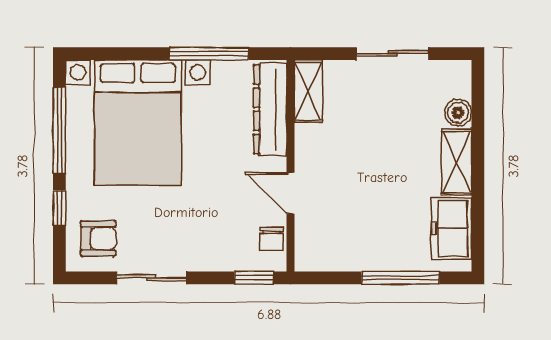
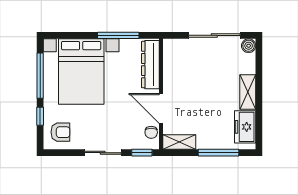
sliding door: (392, 54) -> (214, 35), width x1.37
shelving: (308, 91) -> (179, 142), moved, turned 90
boiler: (458, 113) -> (249, 46), moved
door: (291, 193) -> (161, 108), width x1.38
sliding door: (151, 278) -> (103, 153), moved

